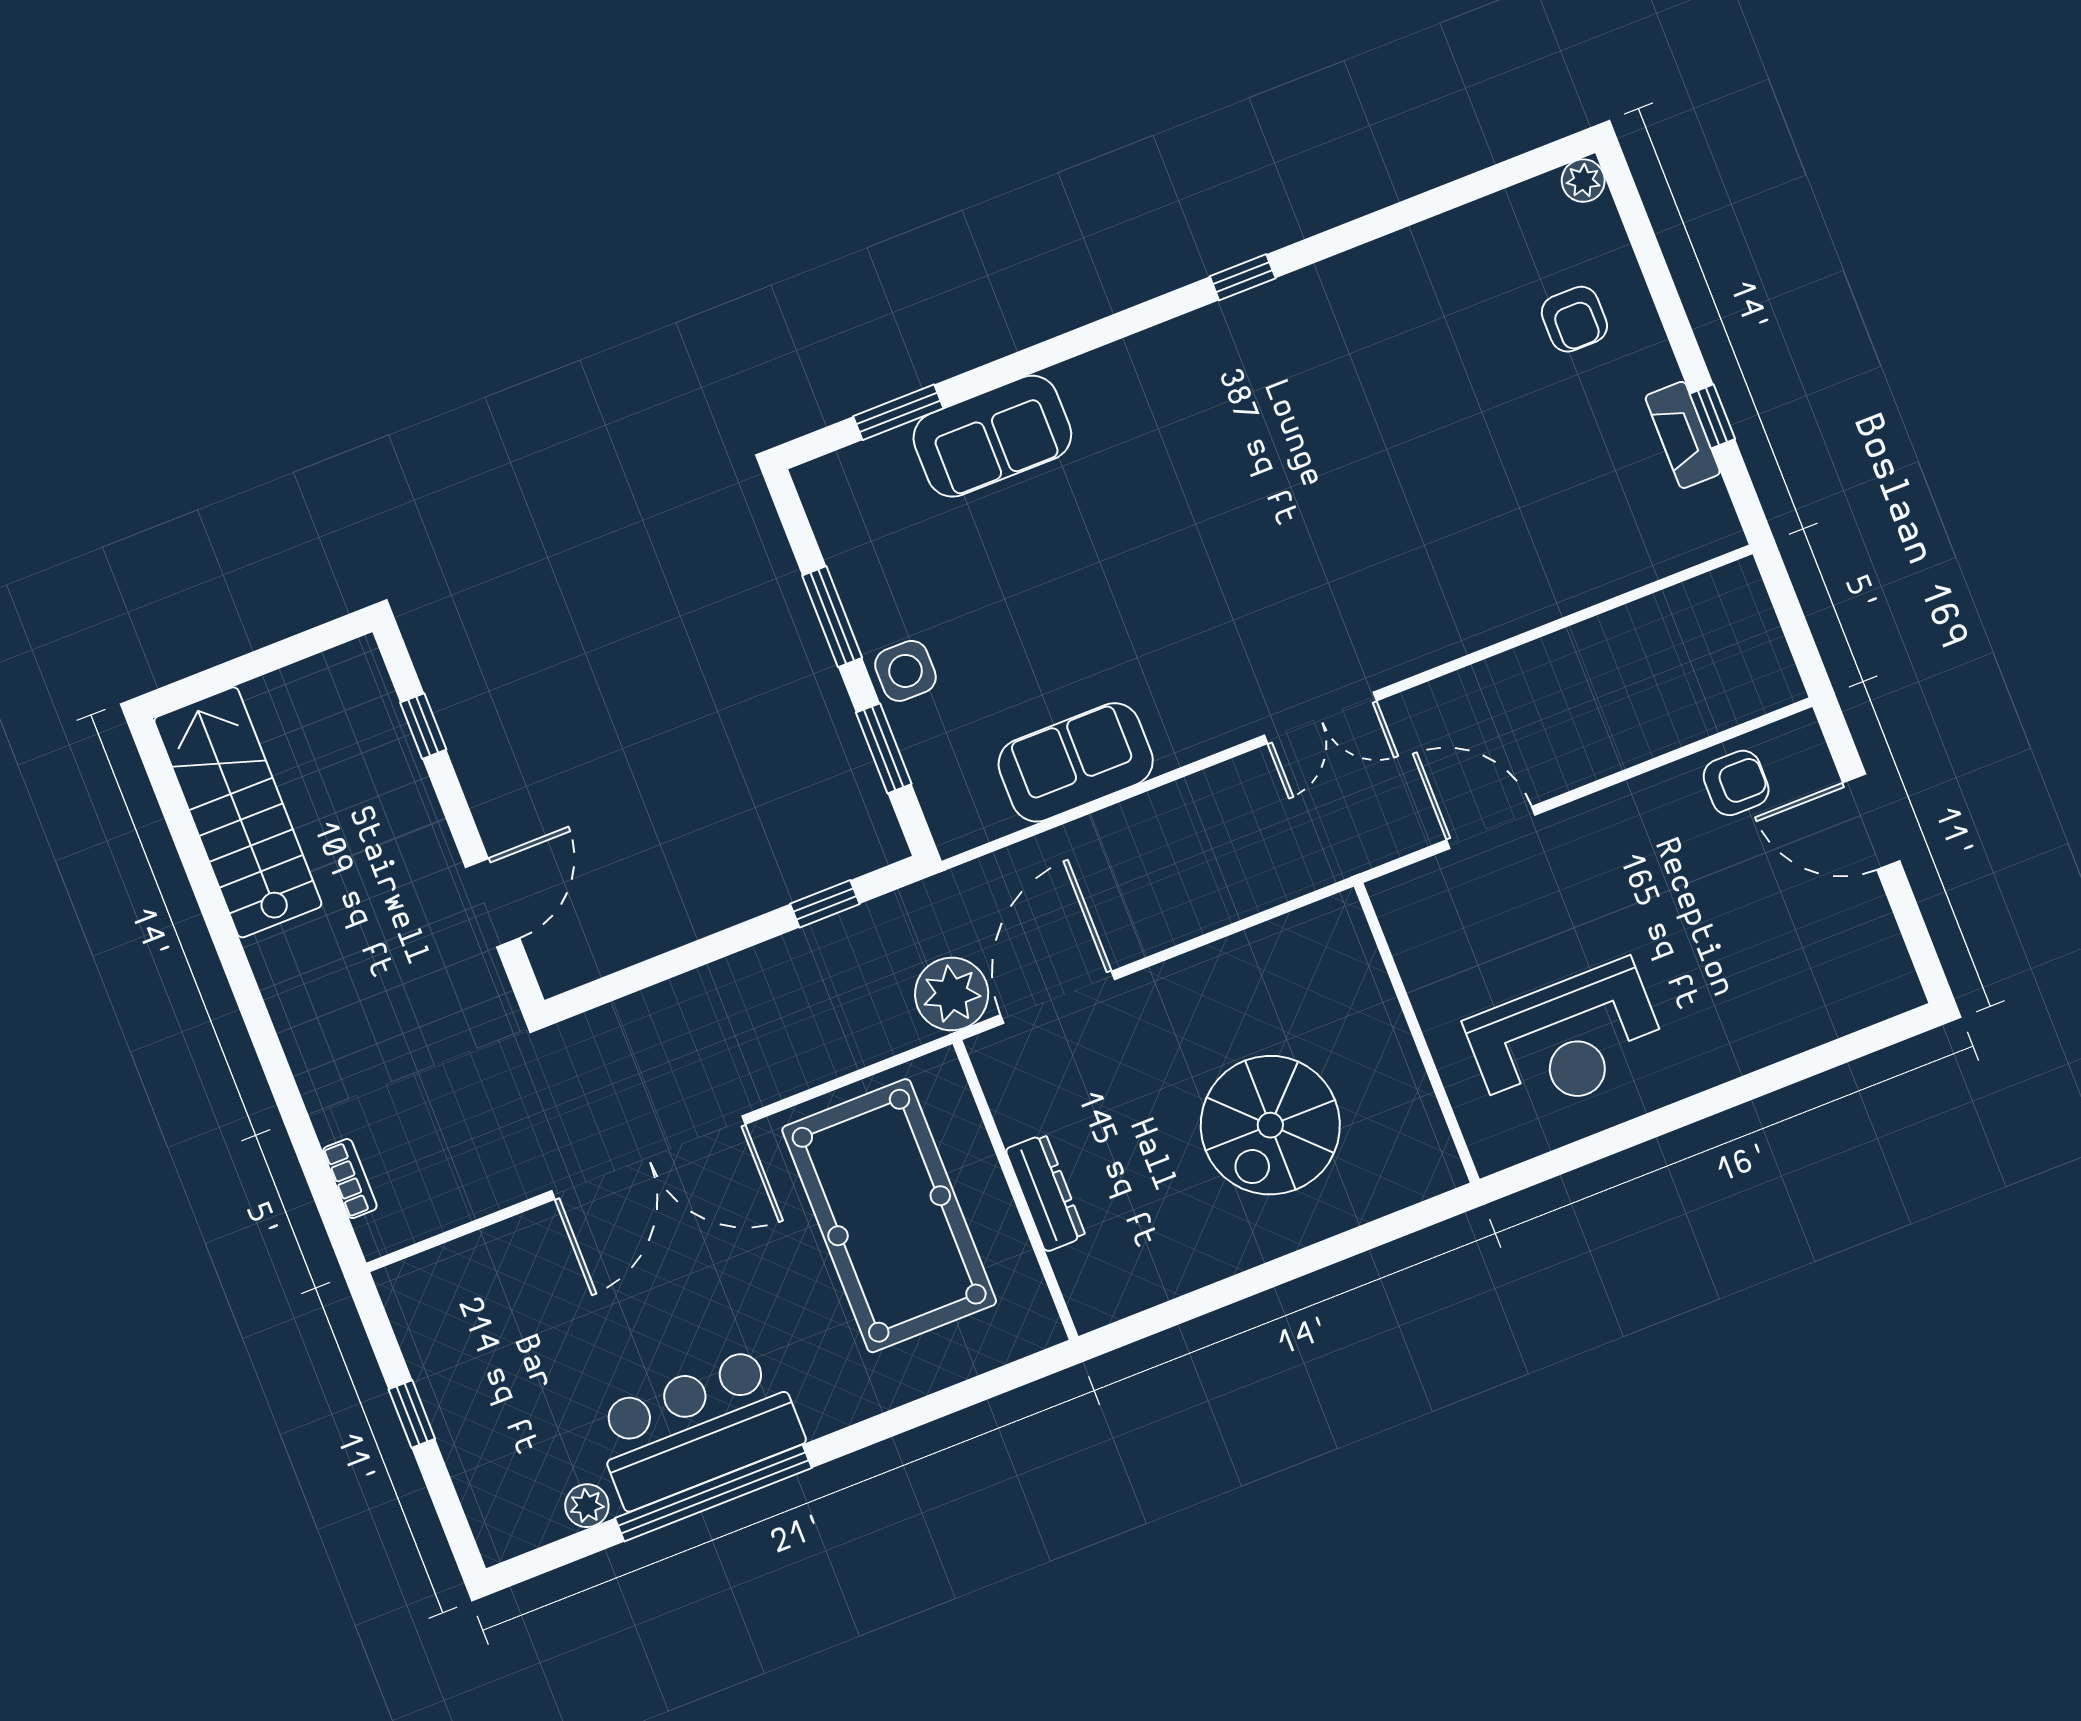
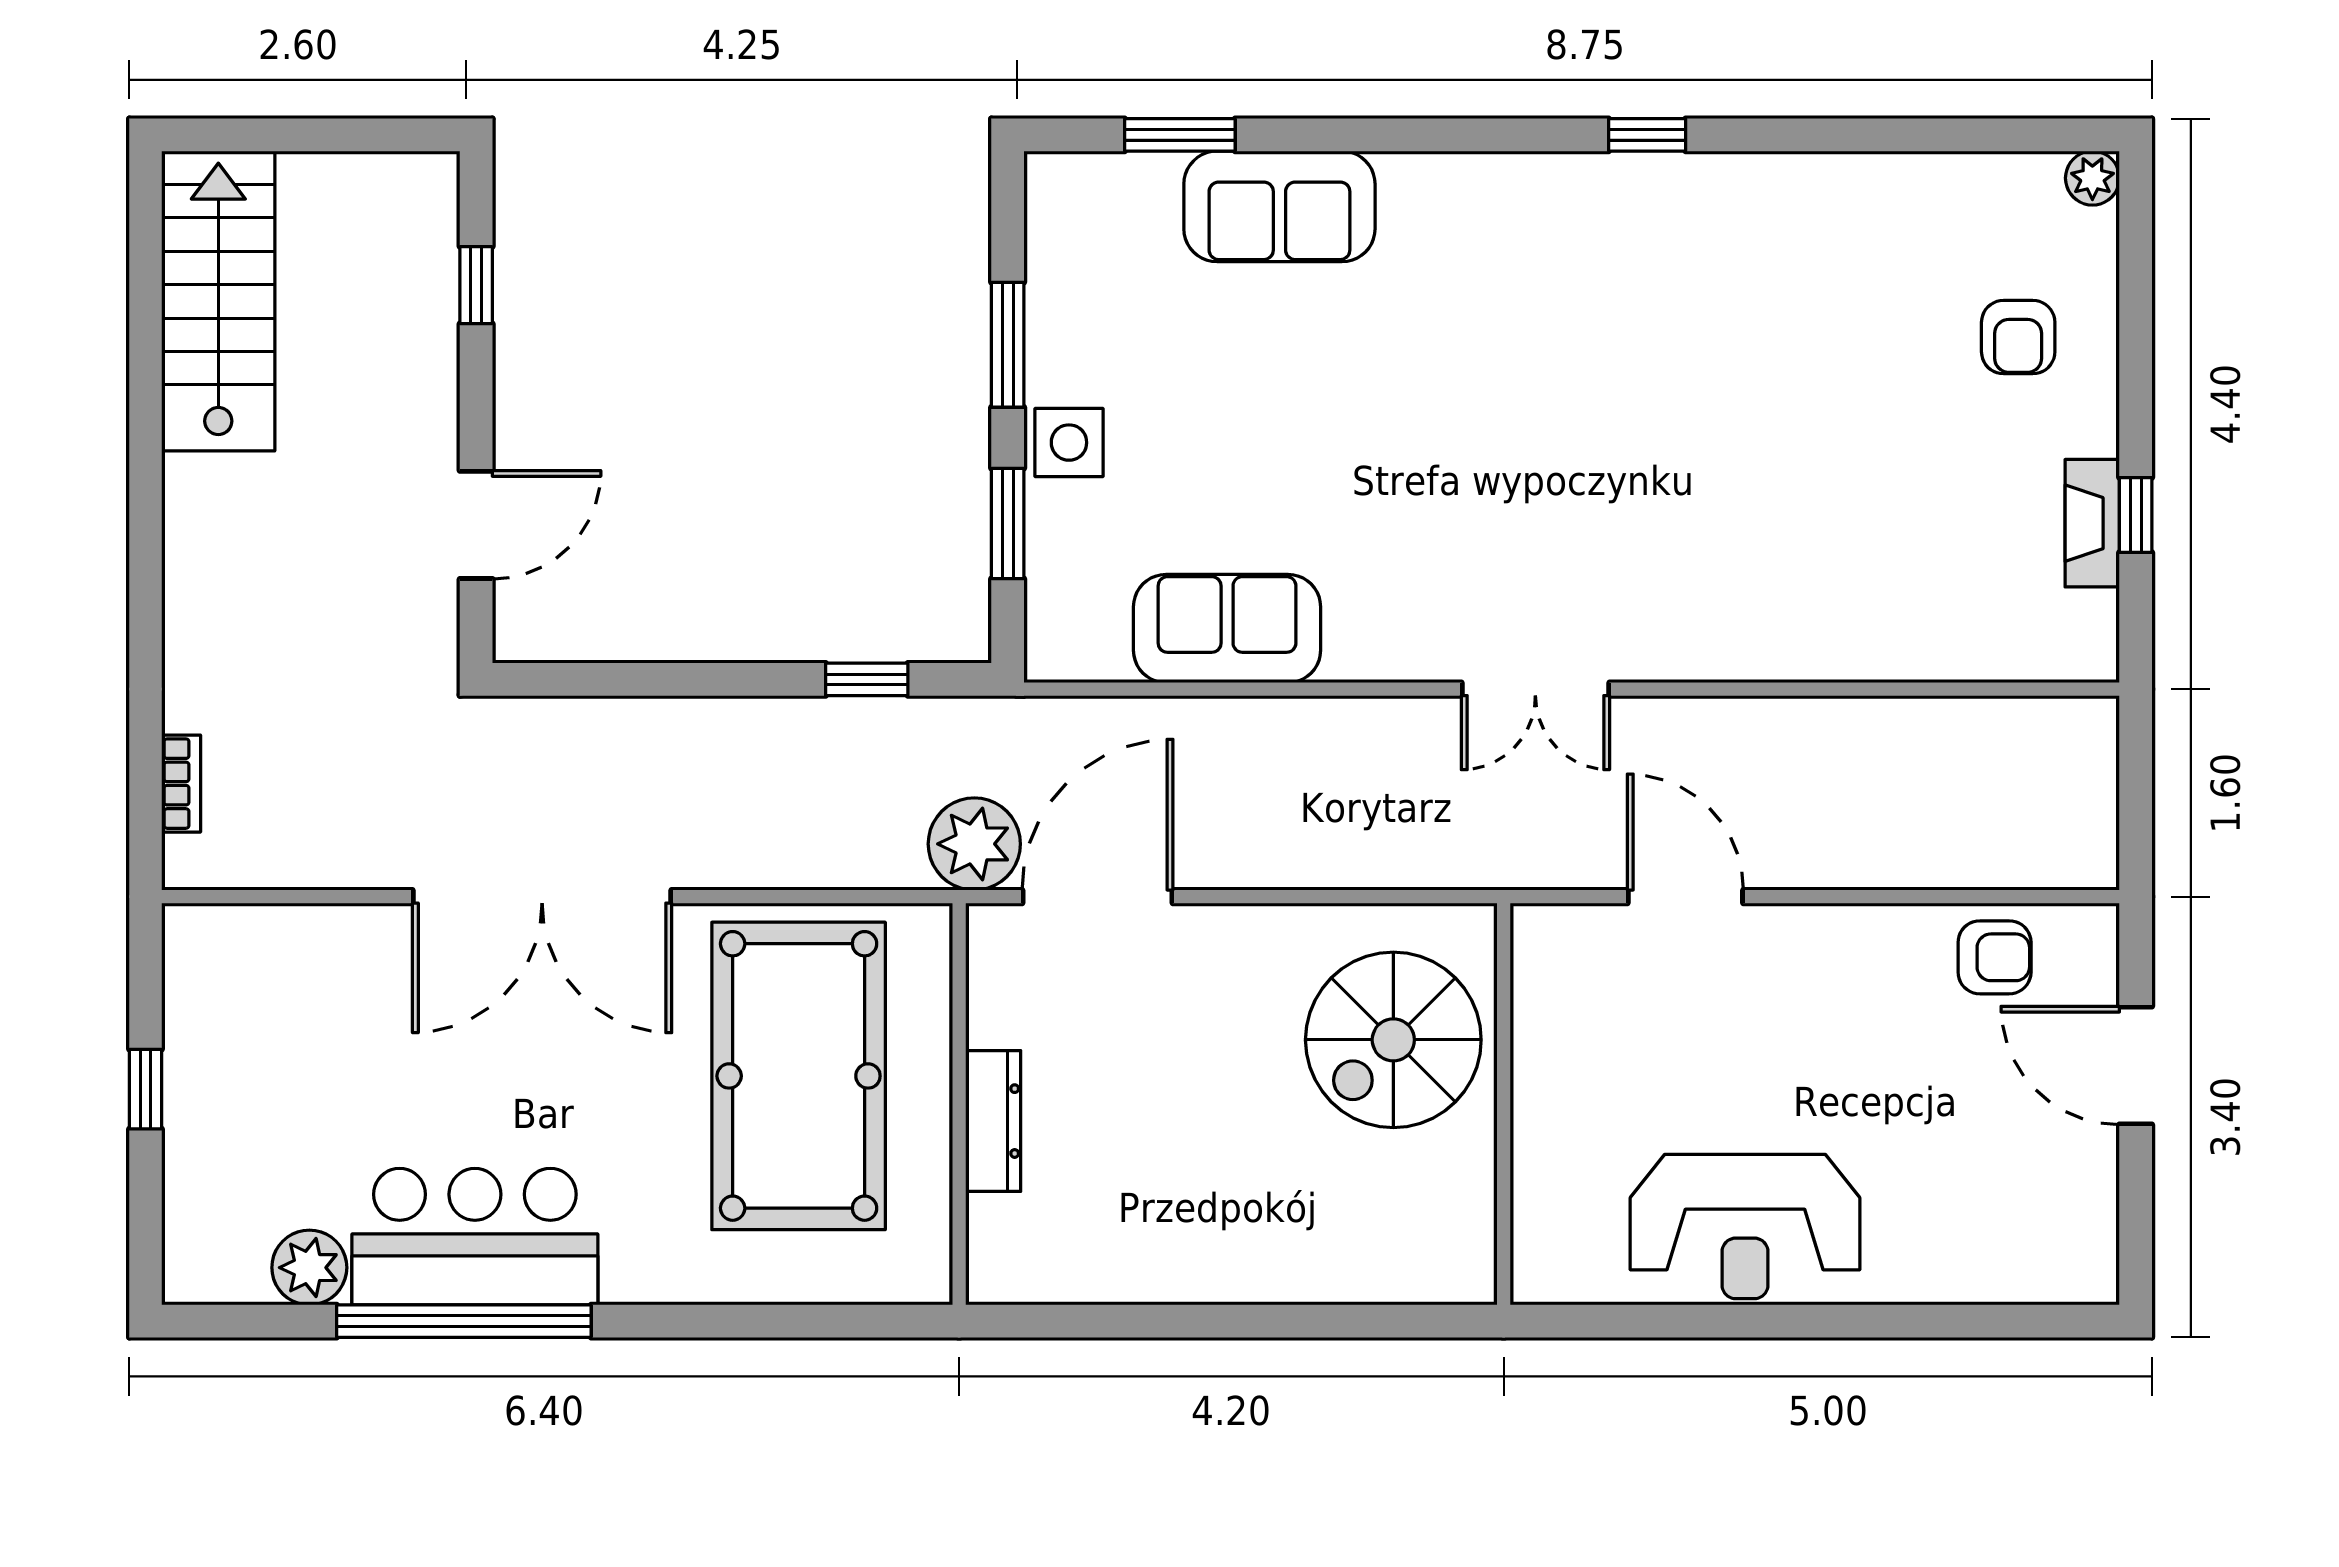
reception desk: (1567, 1041) -> (1745, 1227), moved
spiral stairs: (1270, 1125) -> (1393, 1040), moved
plant: (587, 1506) -> (309, 1268), width x1.38, depth x1.38

